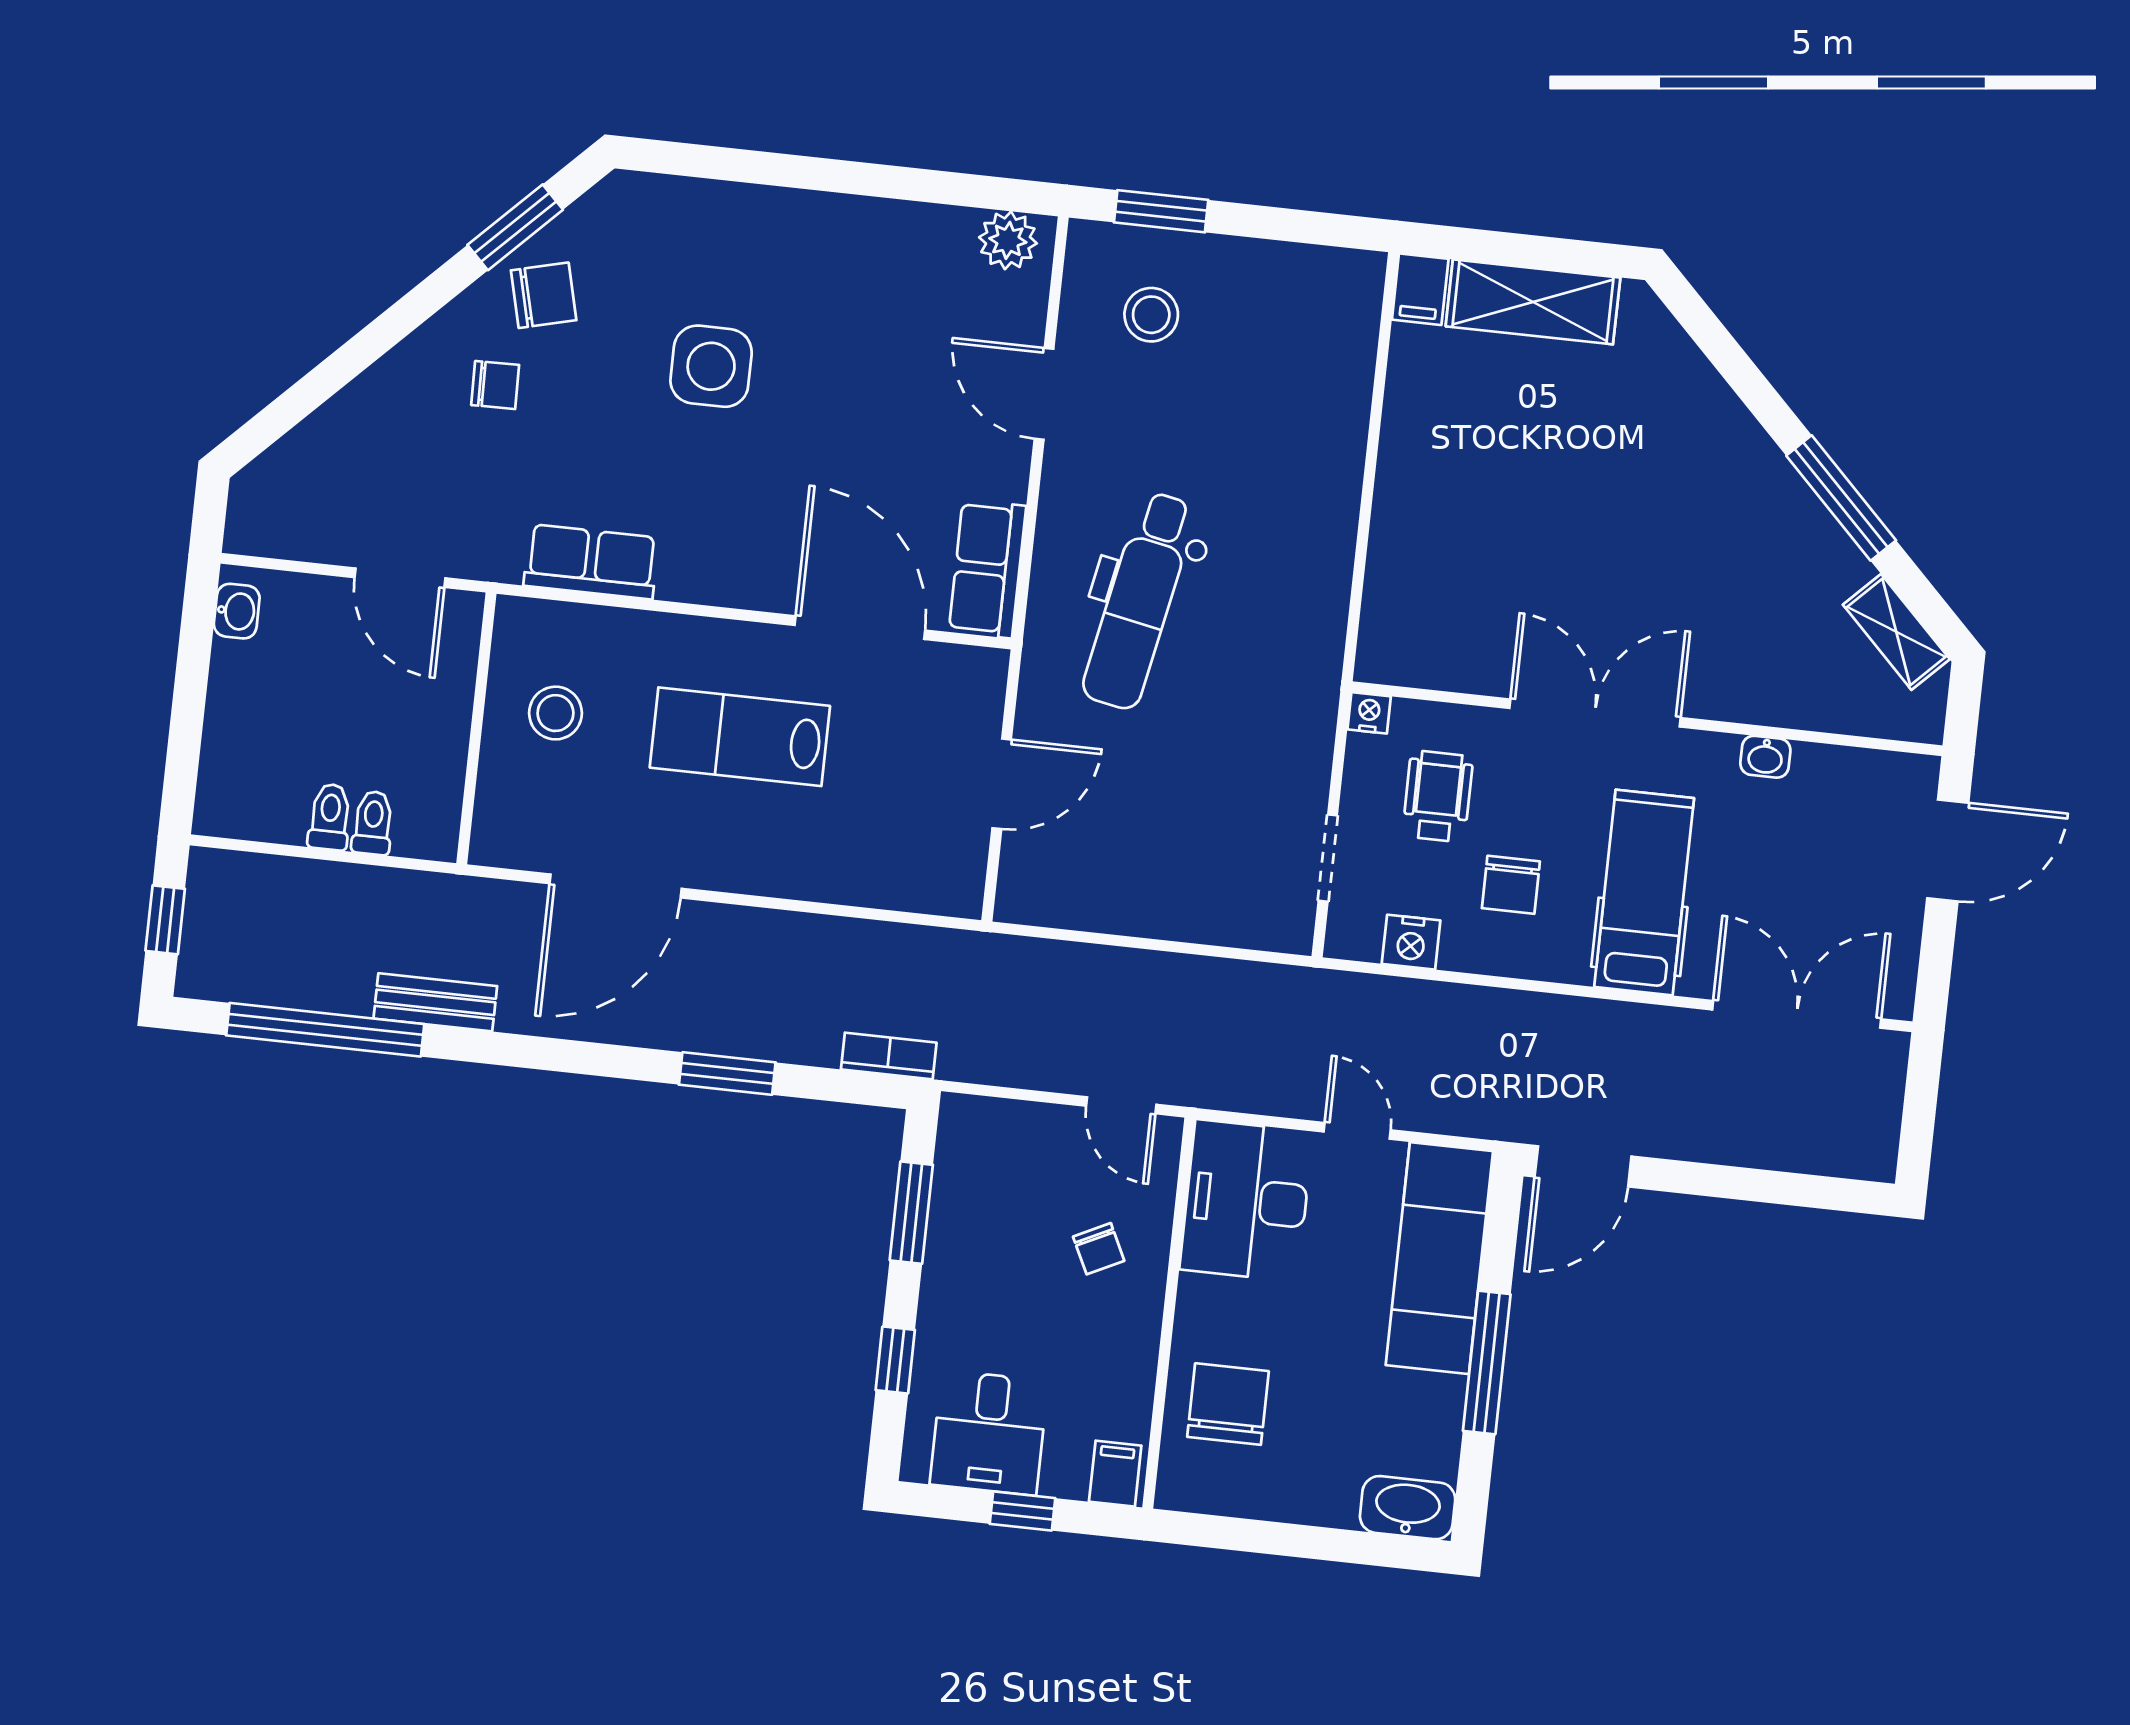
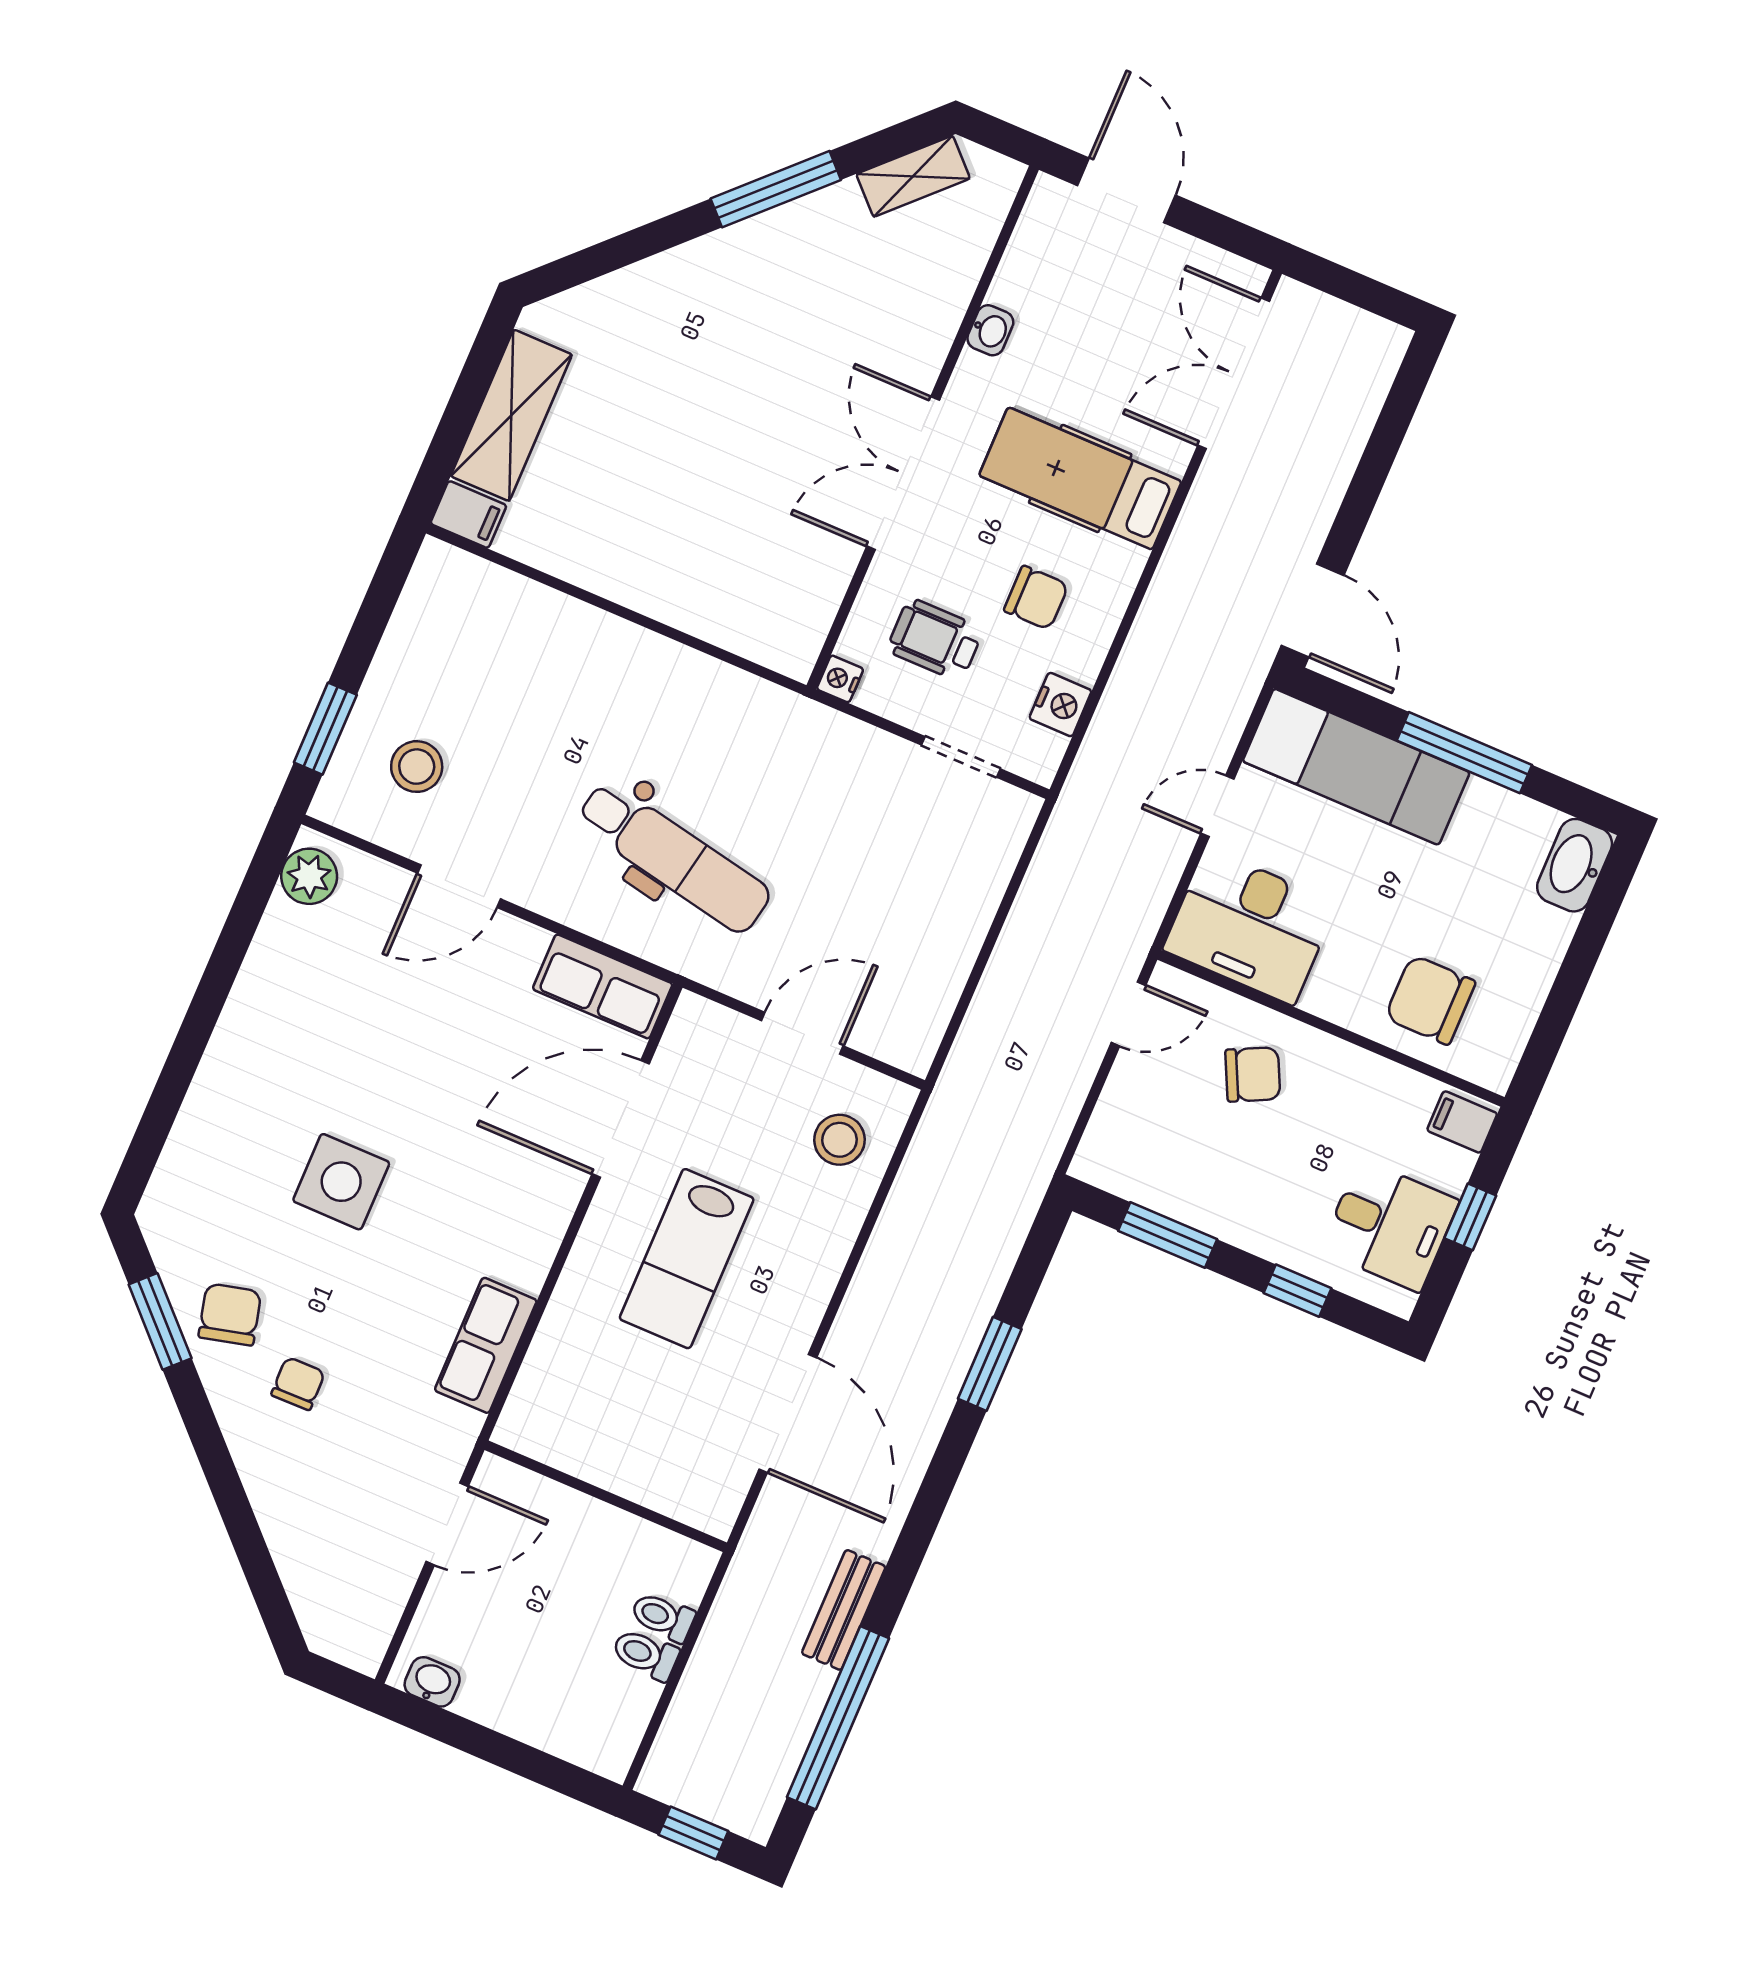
stool: (555, 713) -> (839, 1140), moved
door: (1002, 784) -> (802, 1033), hinge flipped
bookcase: (889, 1056) -> (1019, 1212), removed
chair: (1099, 1249) -> (1253, 1074), width x1.37, depth x1.37

